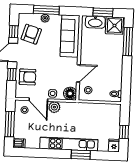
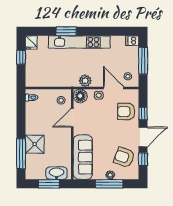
shower: (114, 26) -> (35, 144), moved
armchair: (31, 34) -> (124, 157), turned 93
plant: (54, 107) -> (85, 81), moved

